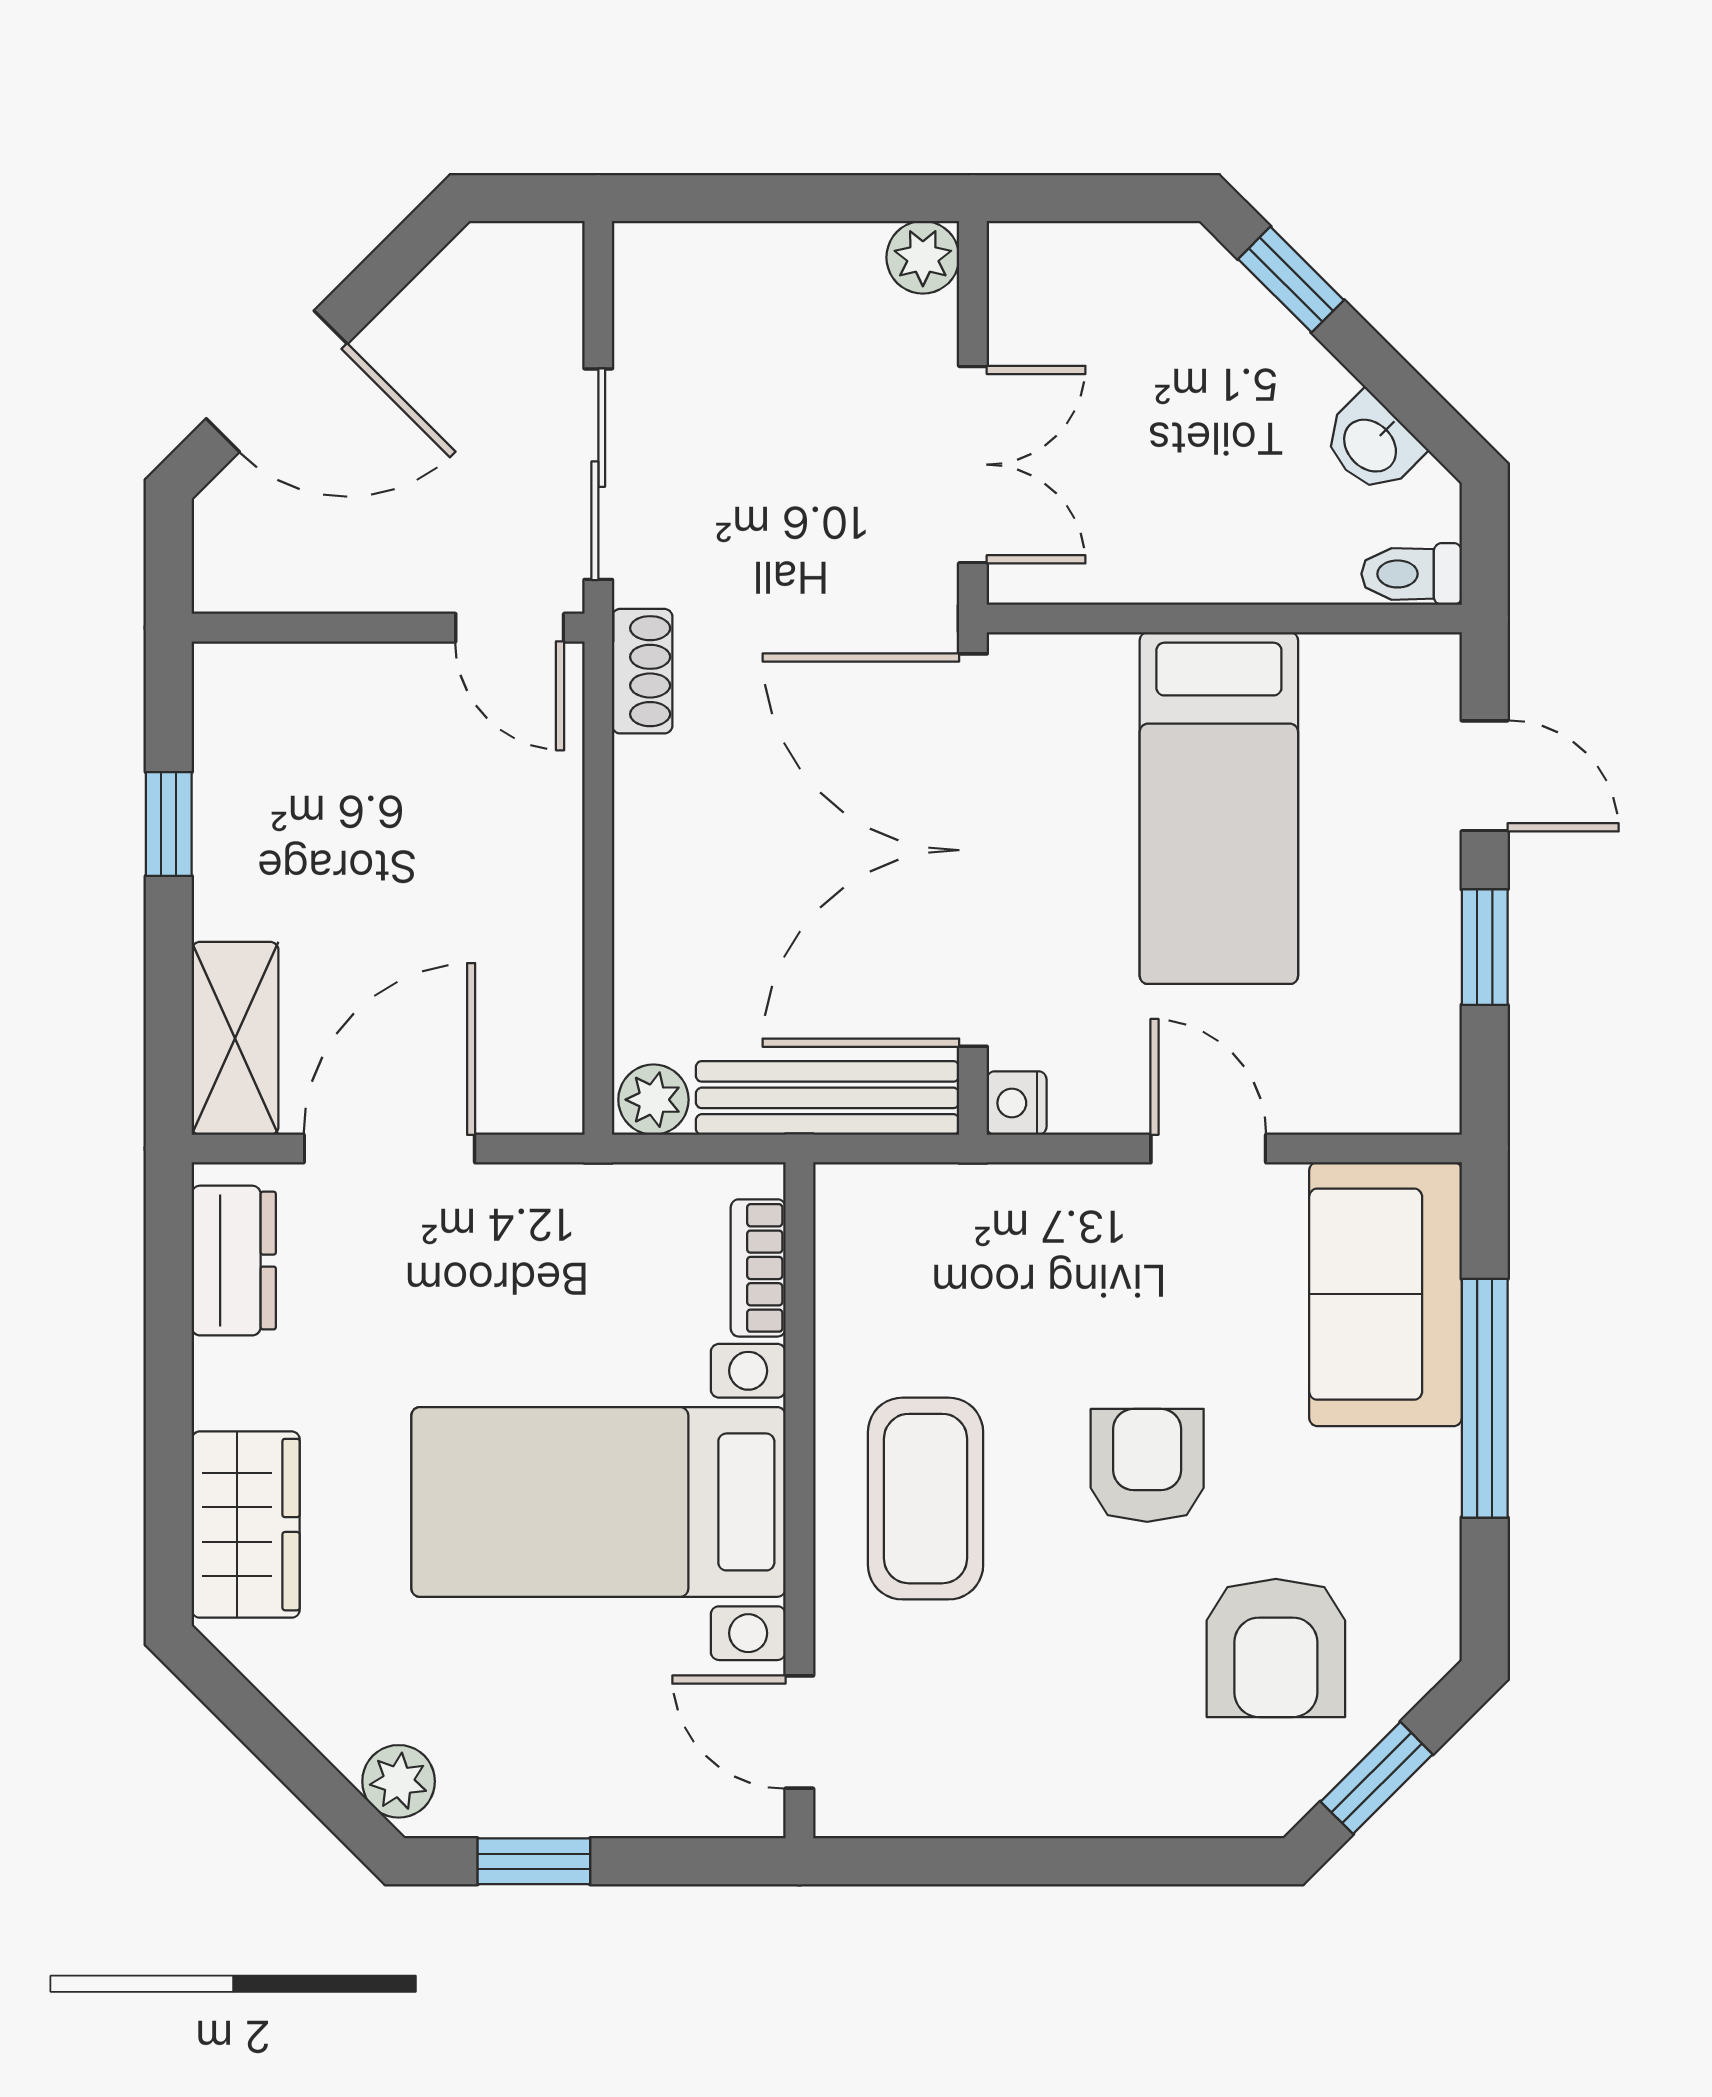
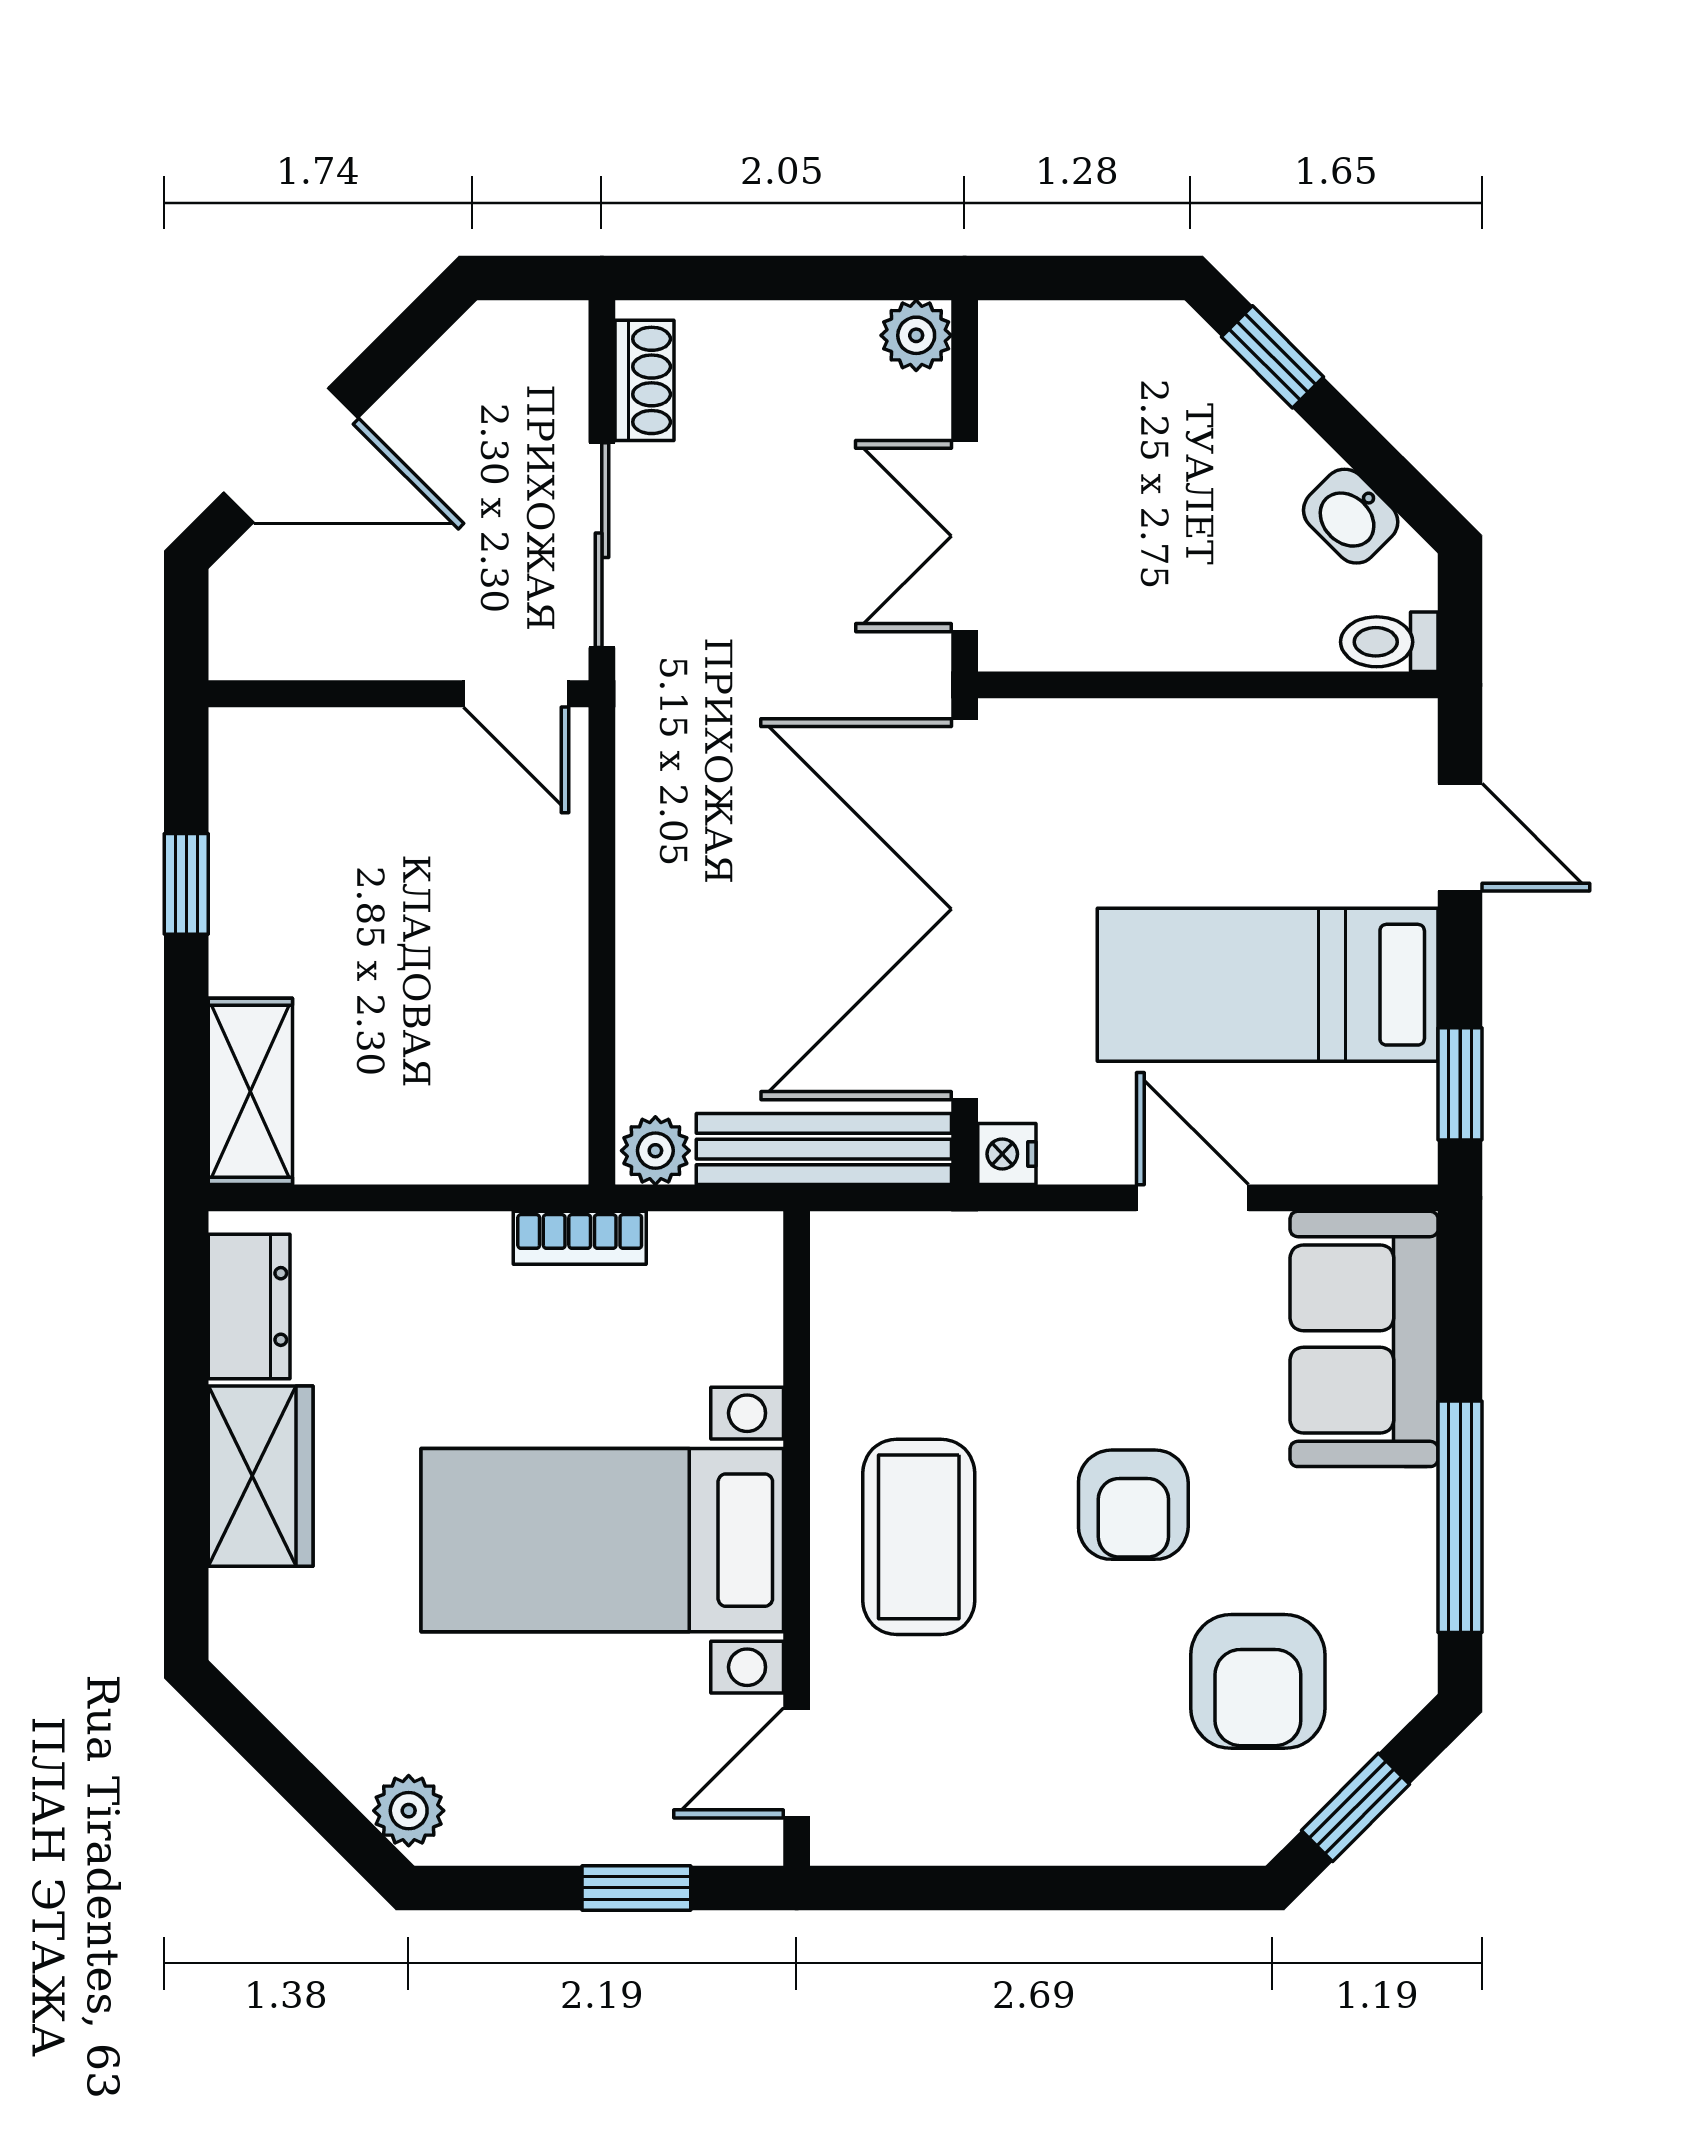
double door: (973, 465) -> (965, 536), swing flipped
shoe rack: (642, 671) -> (645, 380), moved
bed: (1219, 808) -> (1268, 985), moved, turned 90
window: (1485, 947) -> (1460, 1084), moved
door: (389, 1148) -> (400, 1198), removed
bookcase: (758, 1268) -> (580, 1238), moved, turned -90
window: (1485, 1398) -> (1460, 1517), moved
armchair: (1147, 1465) -> (1133, 1505), turned 180
wardrobe: (246, 1525) -> (261, 1476), moved
door: (799, 1732) -> (797, 1763), hinge flipped
window: (534, 1861) -> (636, 1888), moved

